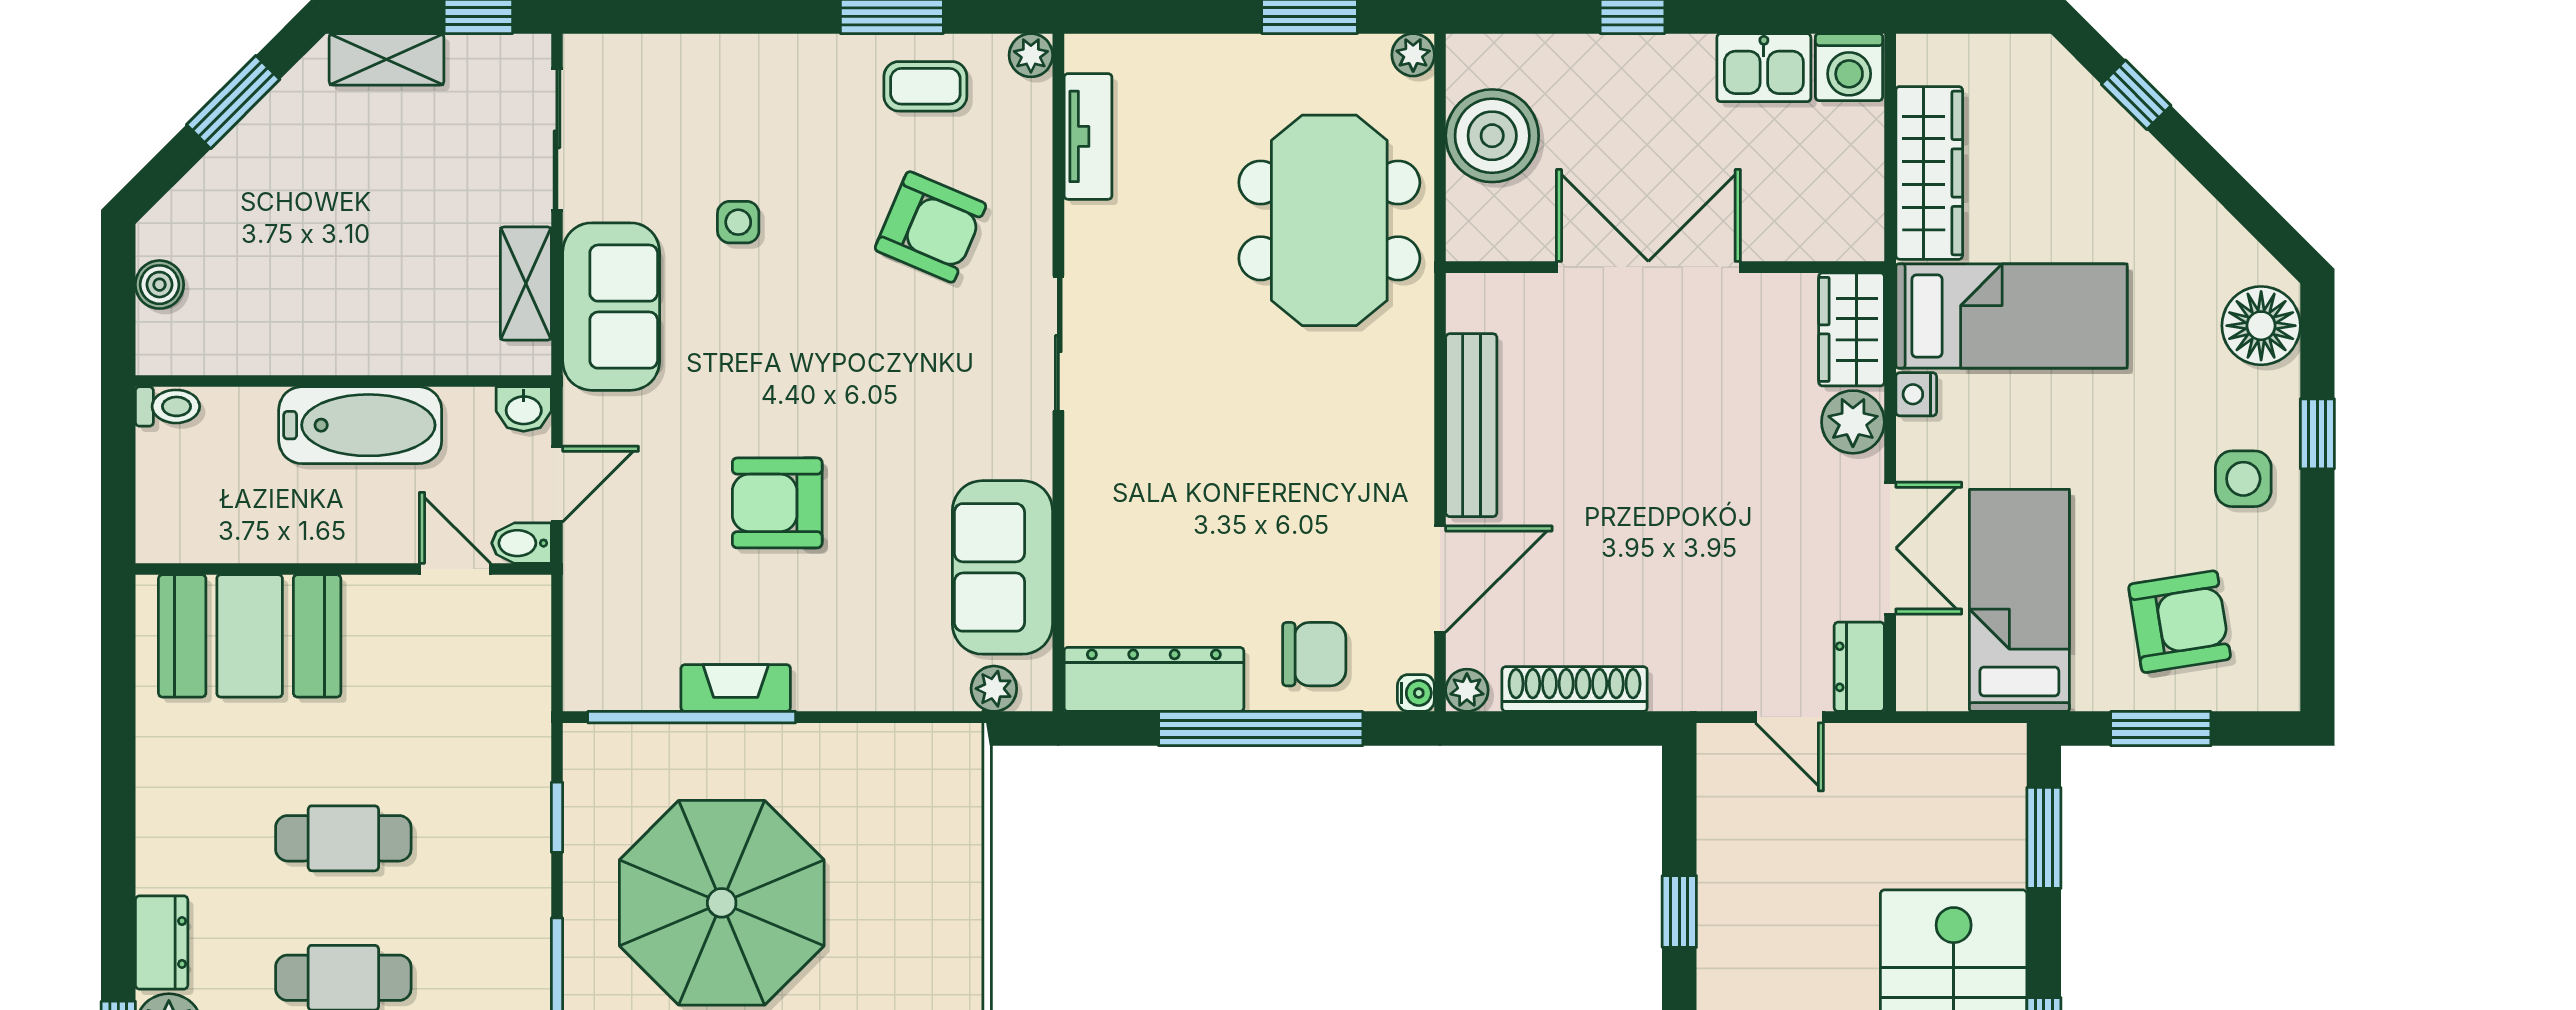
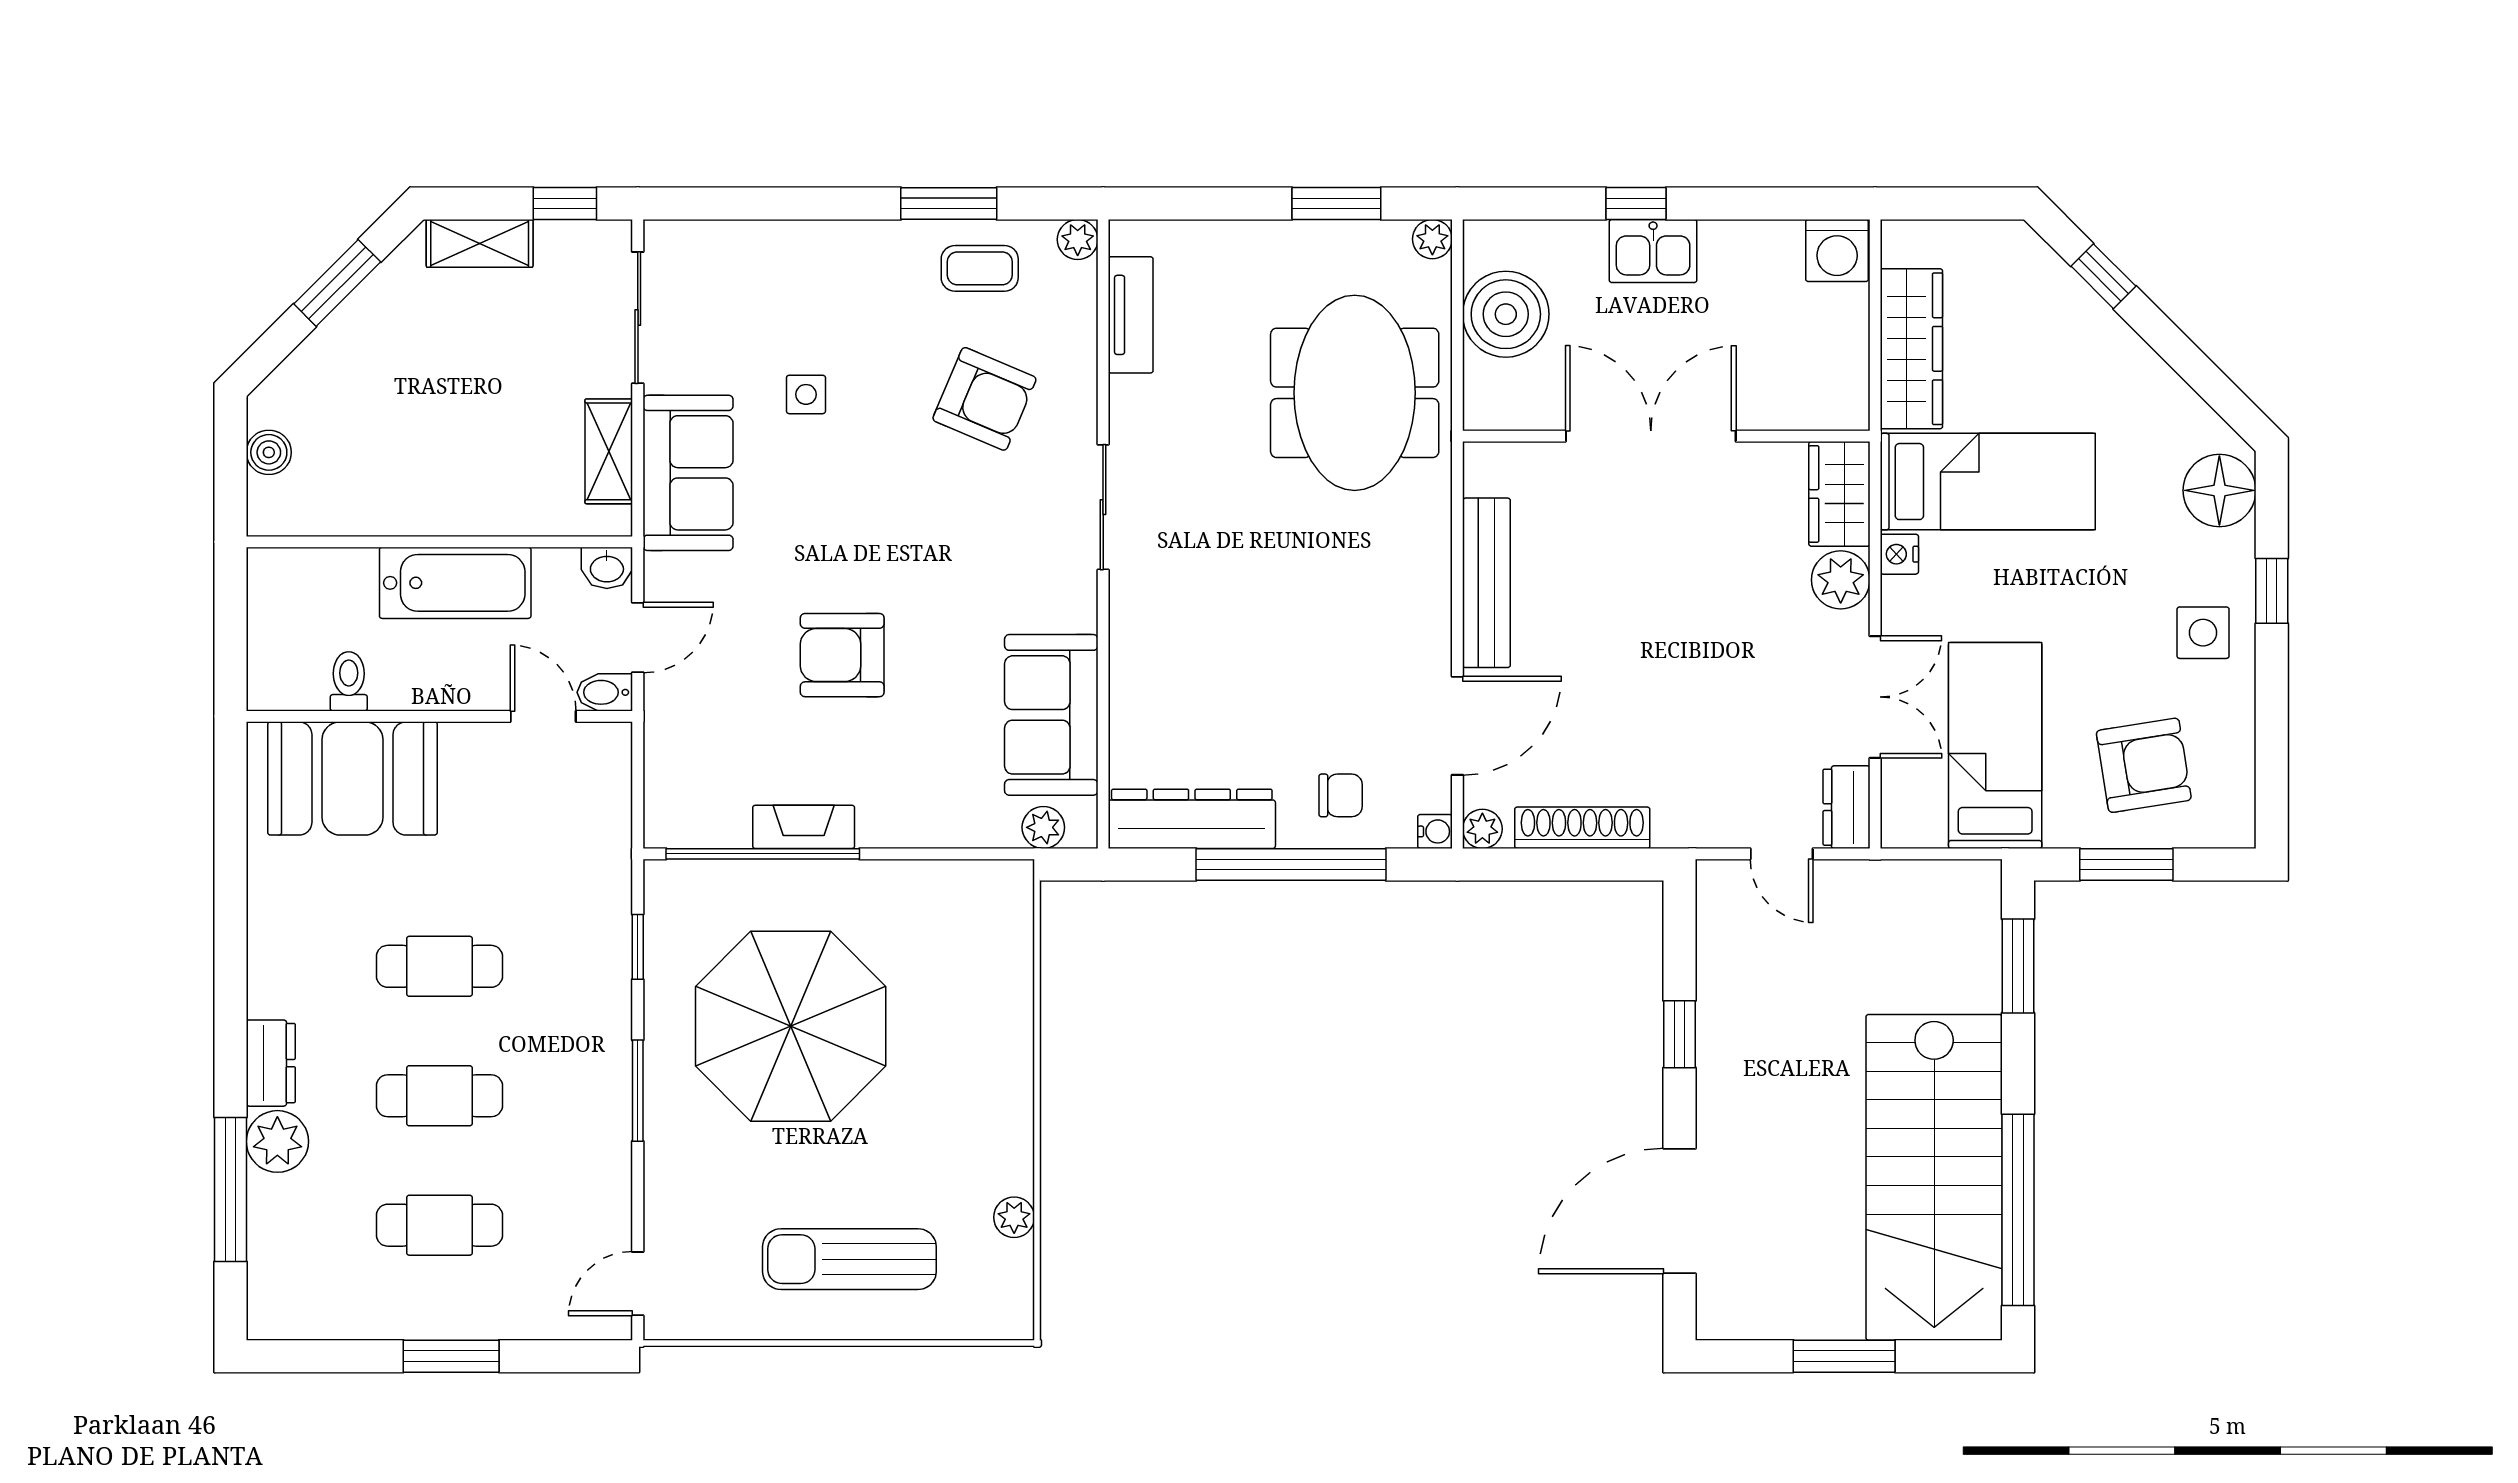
kitchen sink: (1764, 68) -> (1653, 251), moved
toilet: (168, 406) -> (349, 681), moved, turned -90
chair: (1314, 654) -> (1341, 795), width x0.73, depth x0.73

